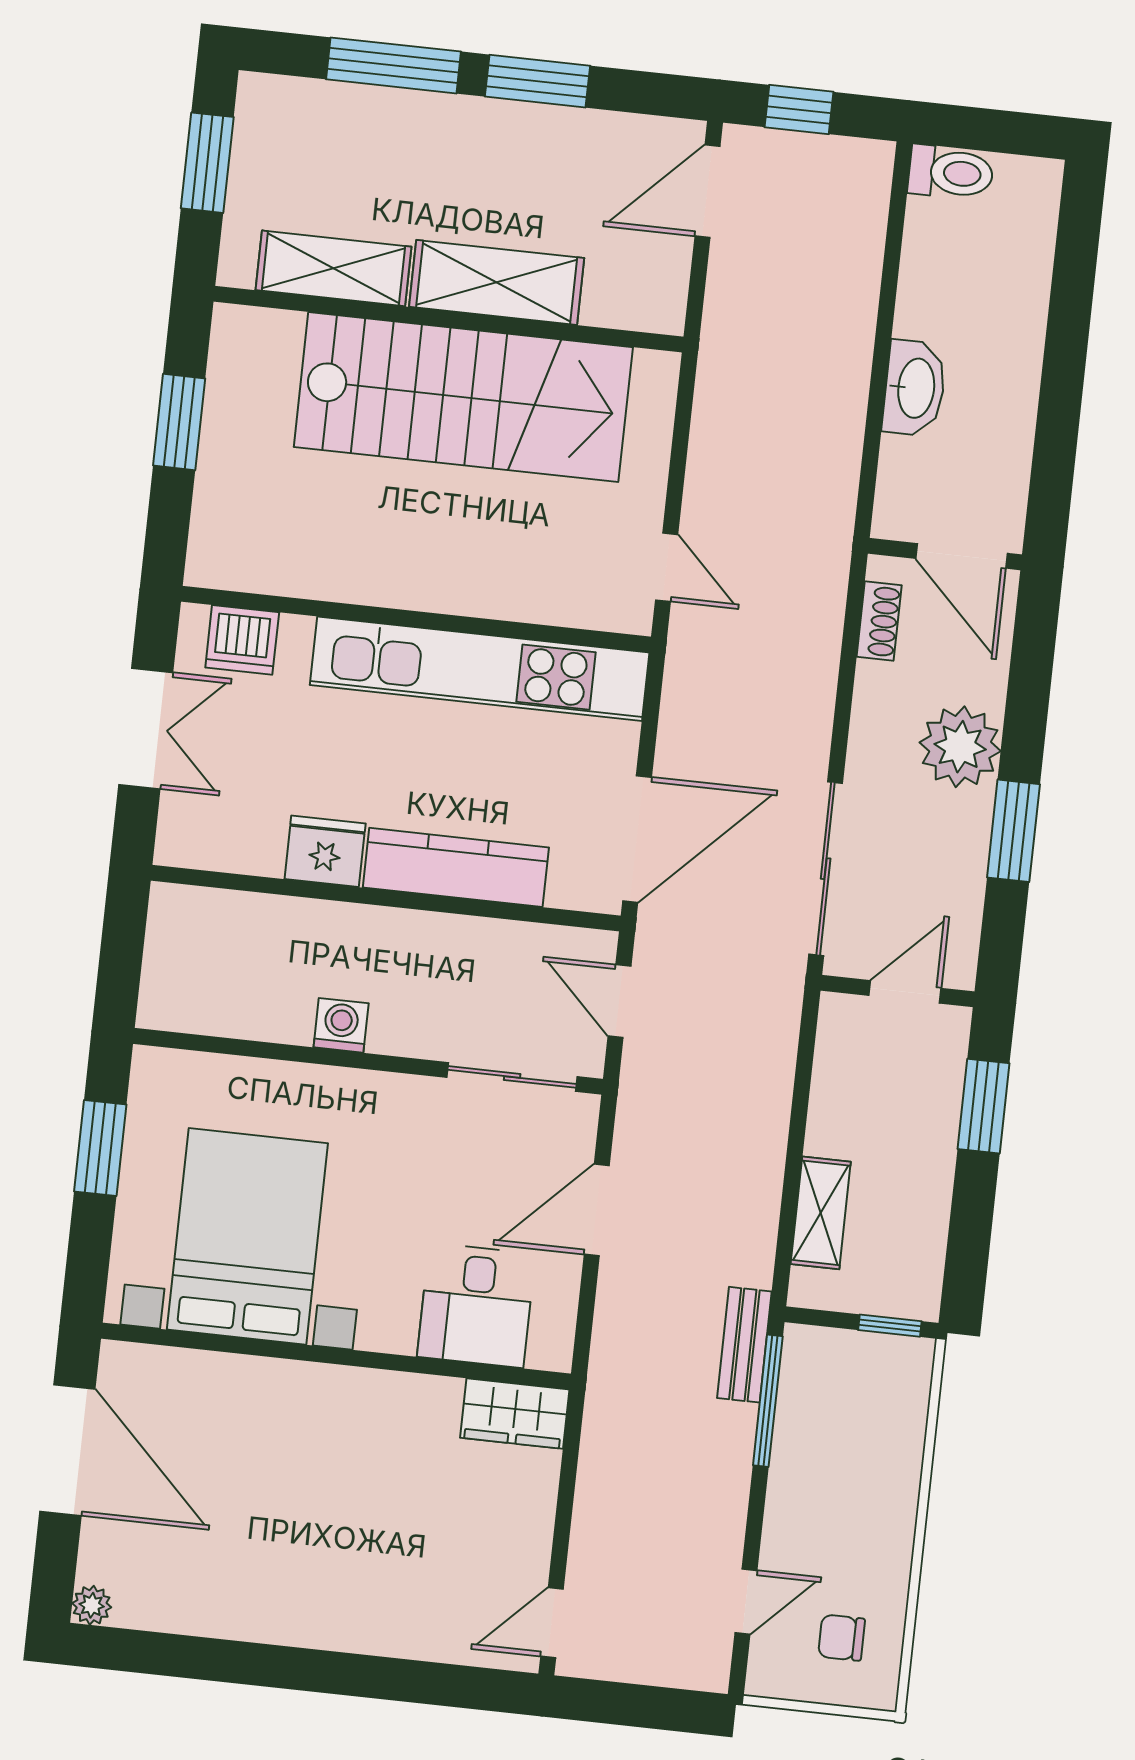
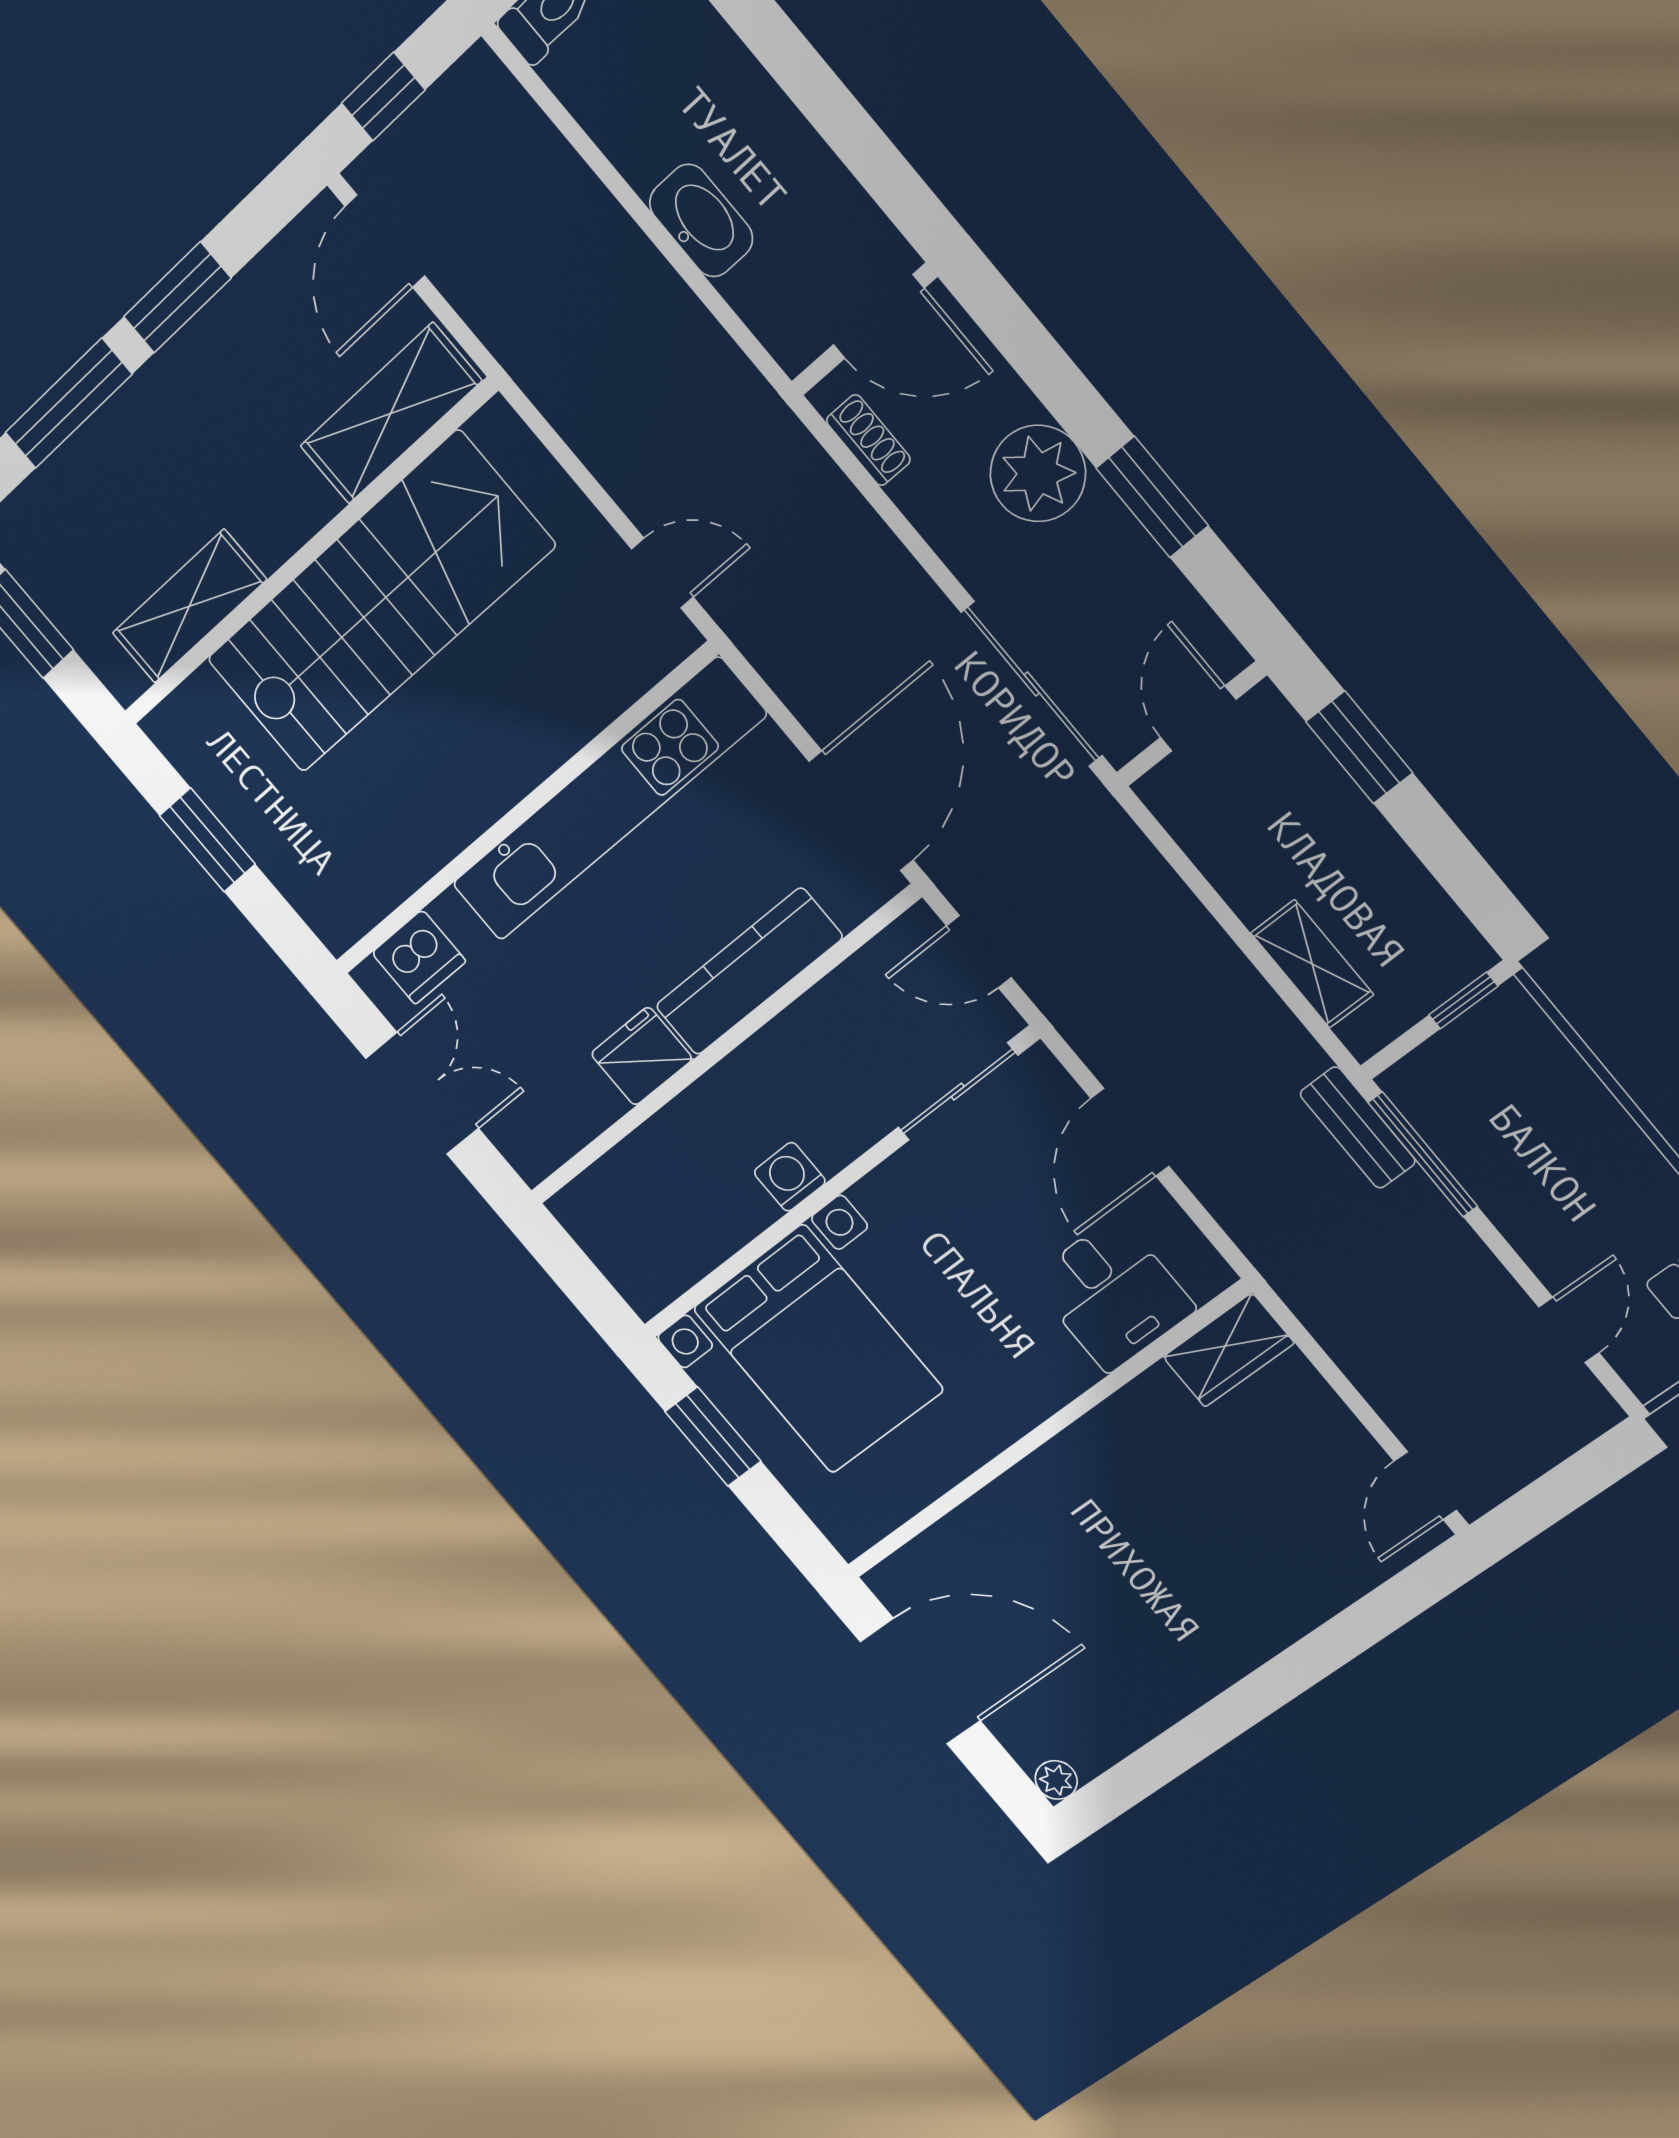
shelving: (497, 282) -> (391, 413), moved
bed with nightstands: (247, 1236) -> (818, 1349), moved, turned 180

